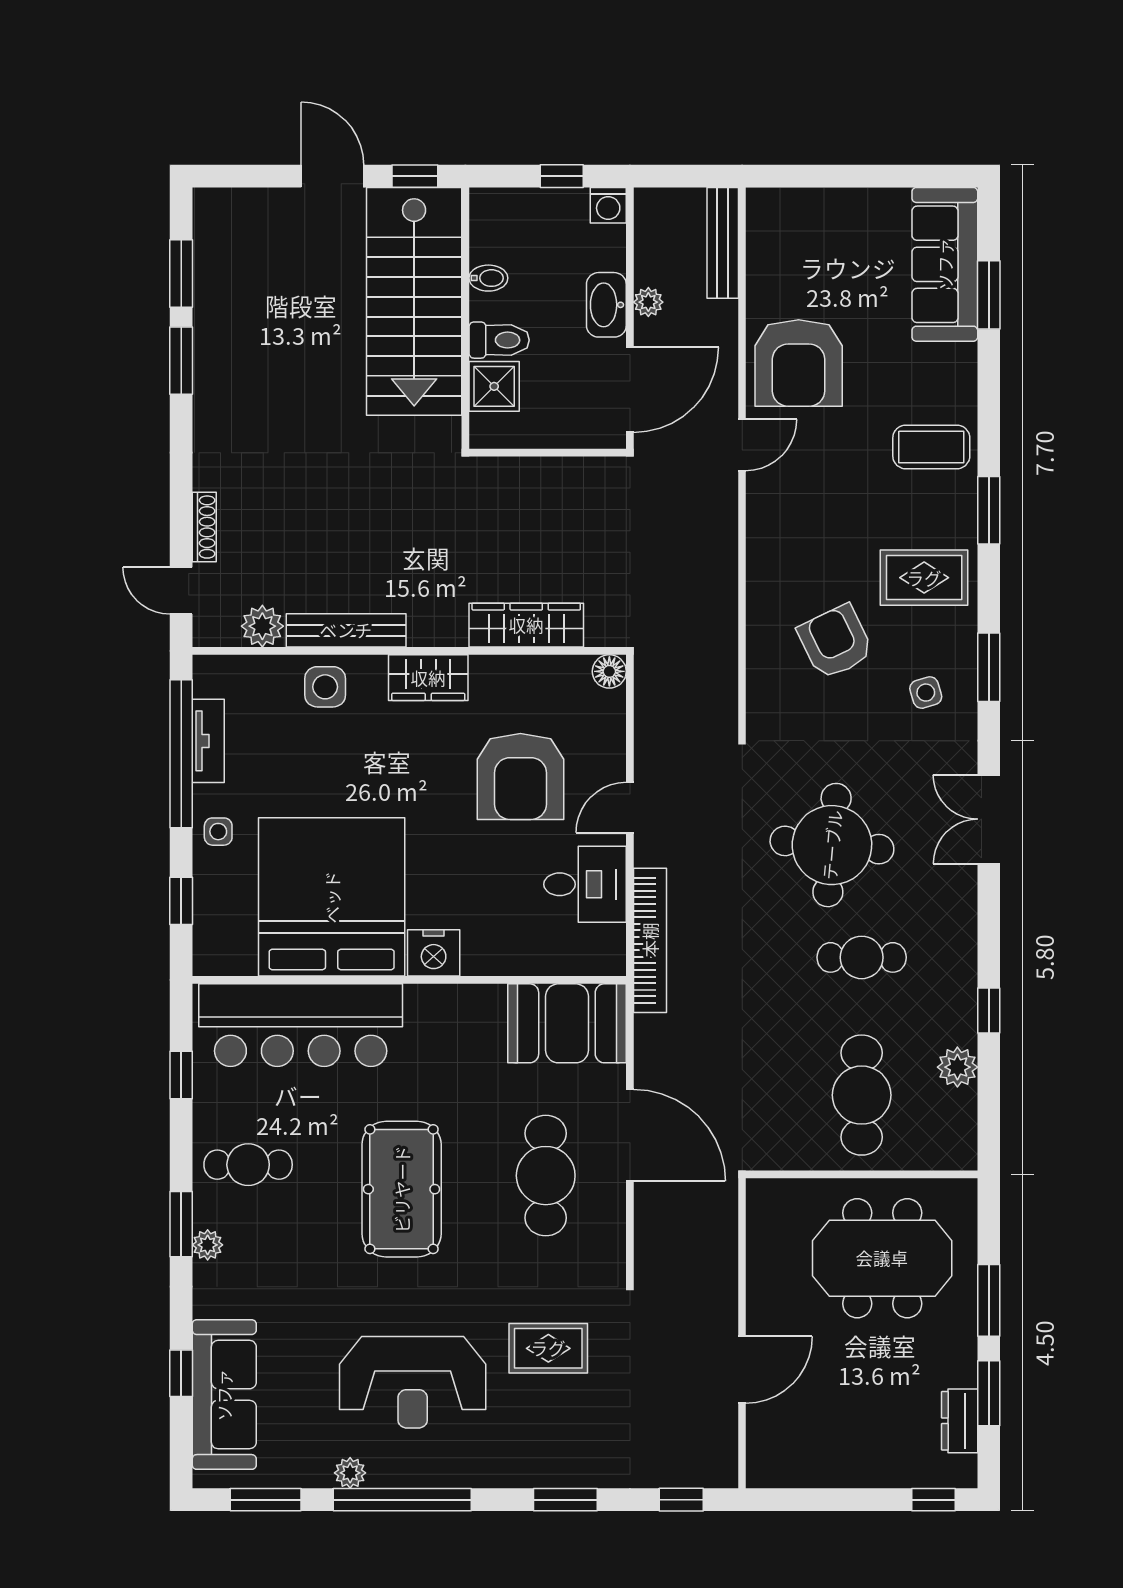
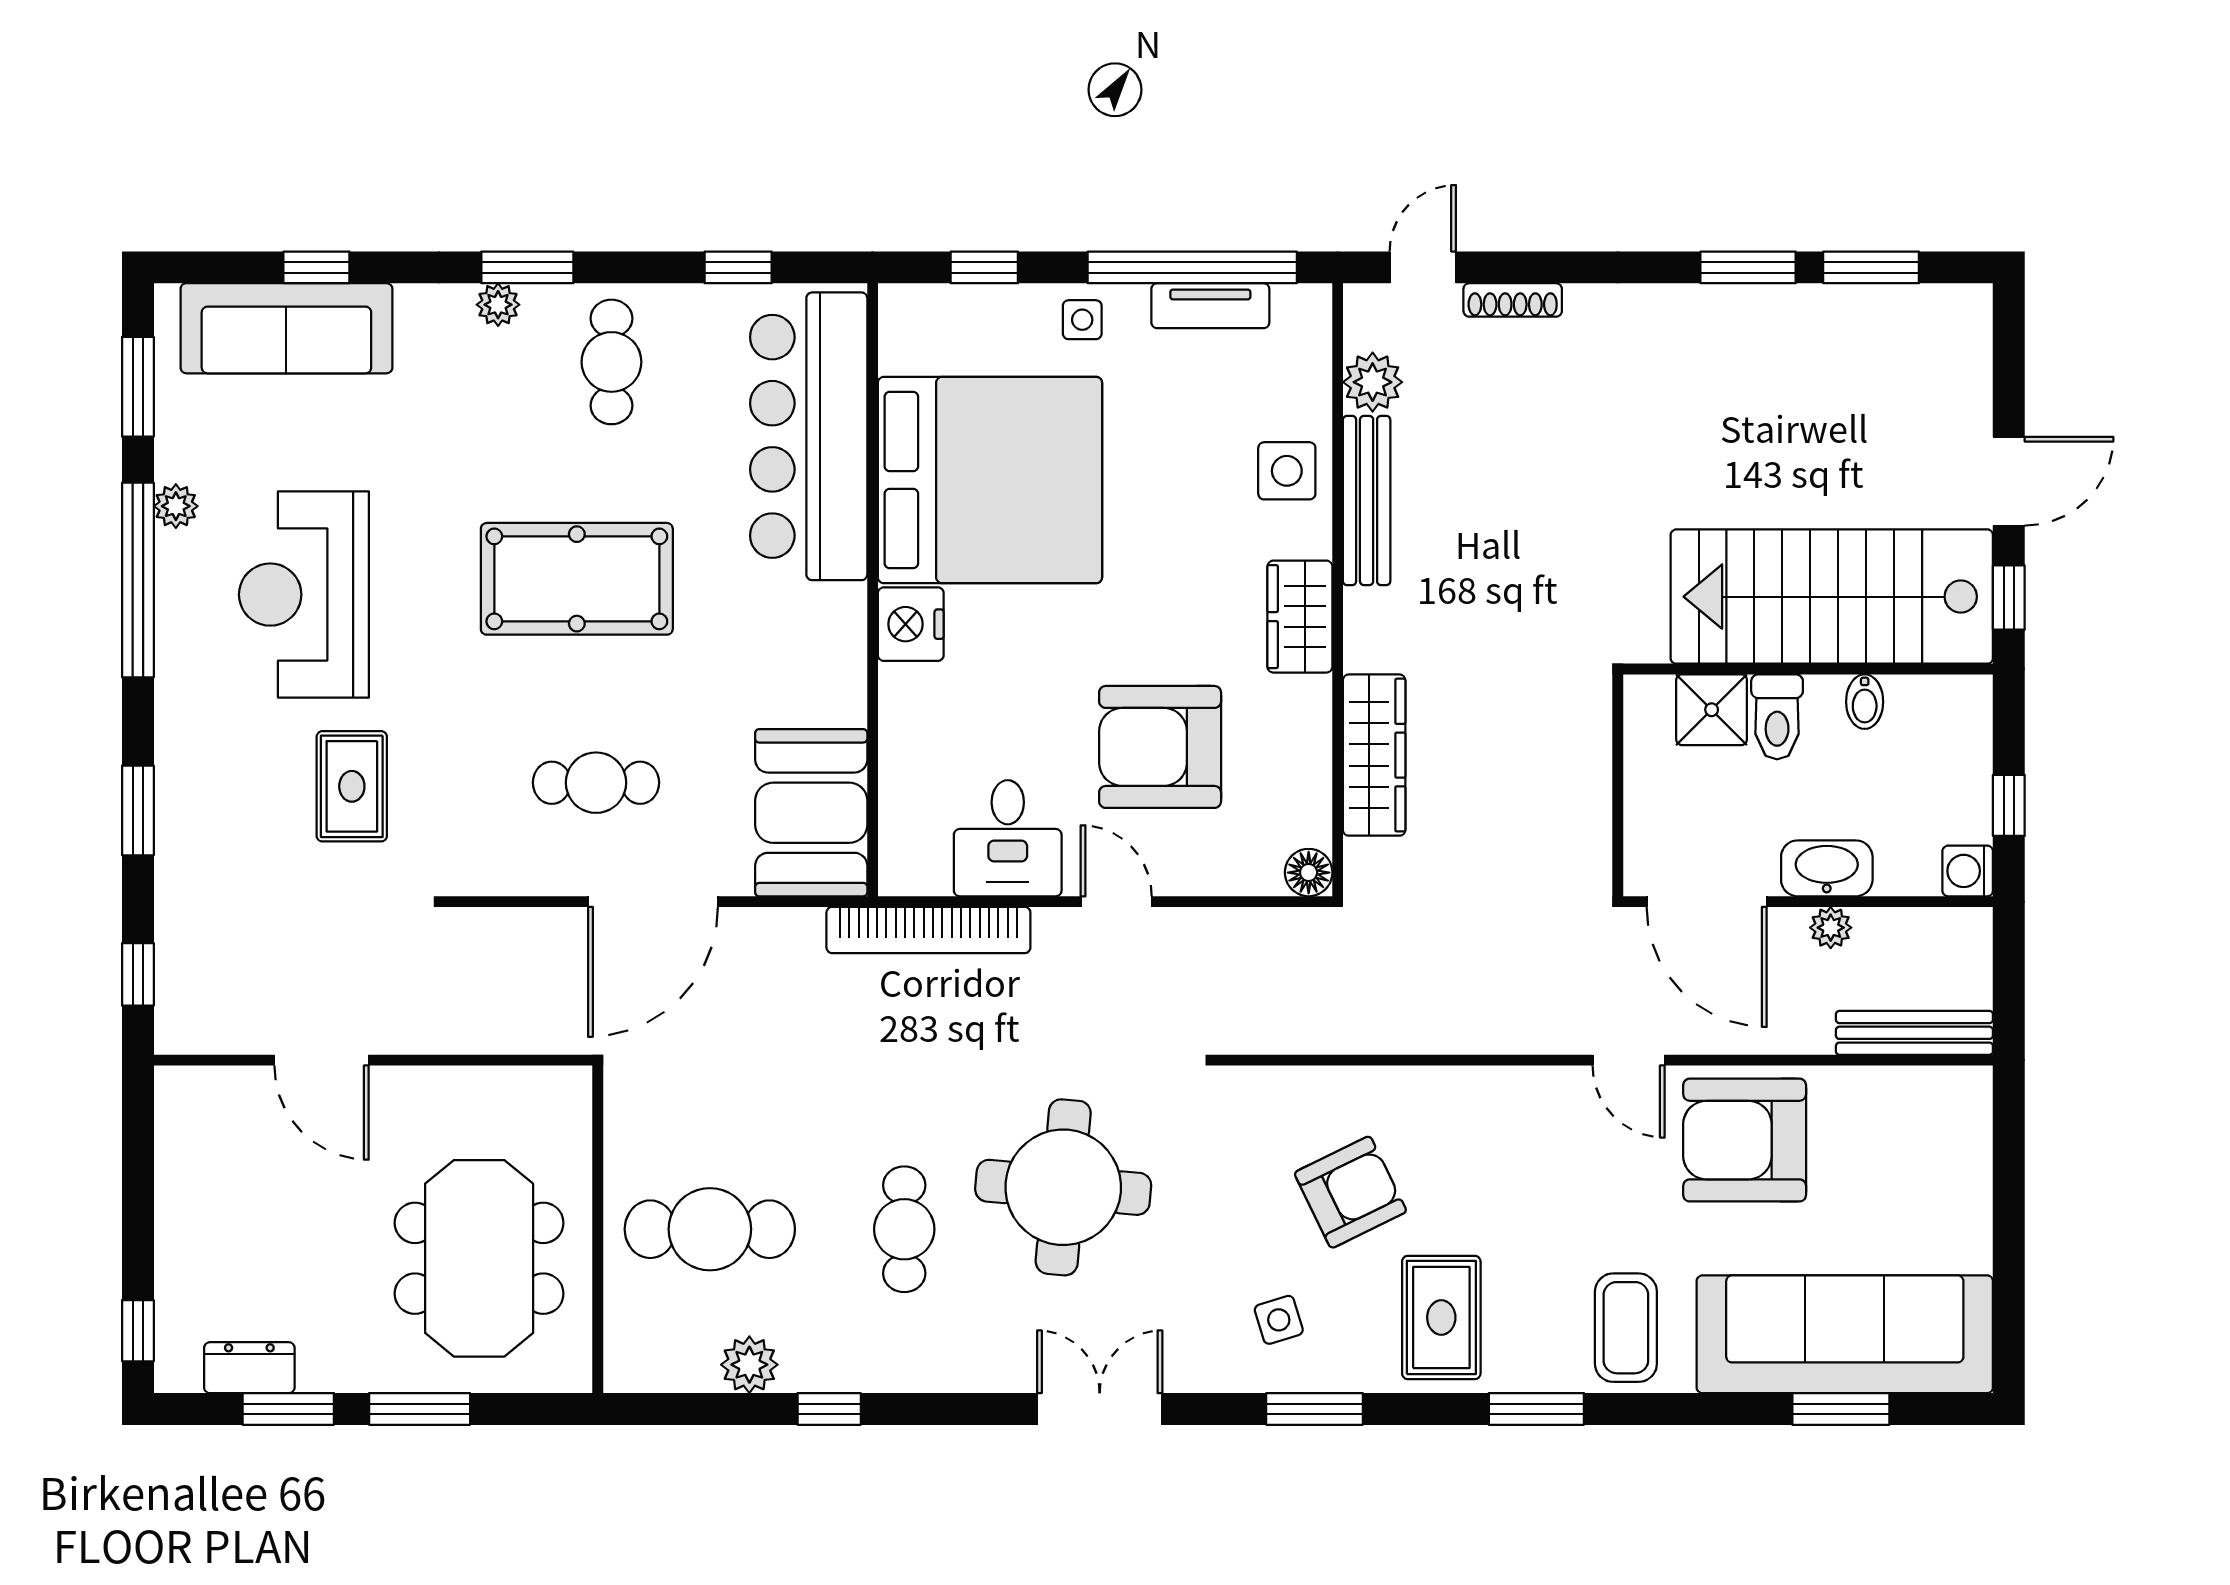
sofa: (945, 264) -> (1845, 1334), width x1.36, depth x1.27
cafe table: (546, 1176) -> (596, 783), width x0.73, depth x0.74

